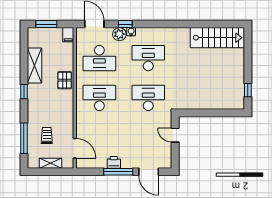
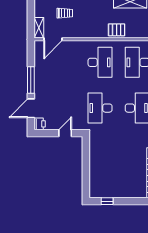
desk: (148, 98) -> (100, 108), turned 180
printer: (114, 162) -> (40, 124), moved
shelving: (51, 163) -> (39, 28), moved

